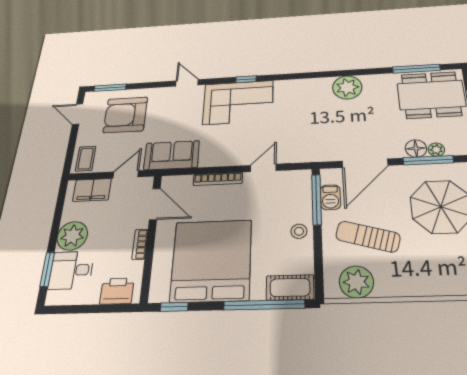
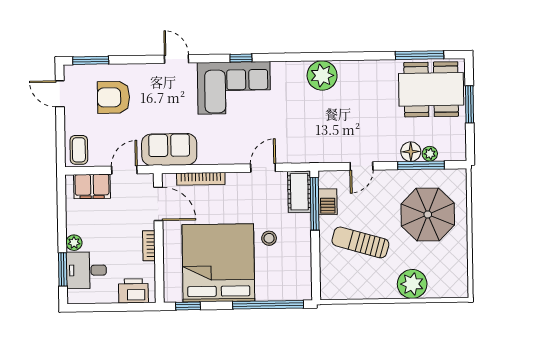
plant: (347, 87) -> (322, 75), moved
armchair: (125, 115) -> (114, 97), width x0.73, depth x0.73
door: (365, 163) -> (361, 166), width x0.53
bookcase: (218, 179) -> (201, 179), moved
stool: (299, 231) -> (269, 238), moved
plant: (72, 236) -> (74, 243), width x0.53, depth x0.53
plant: (356, 282) -> (412, 284), moved
cot: (290, 287) -> (299, 192), moved, turned 90

